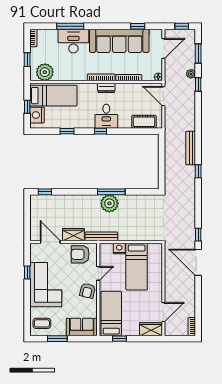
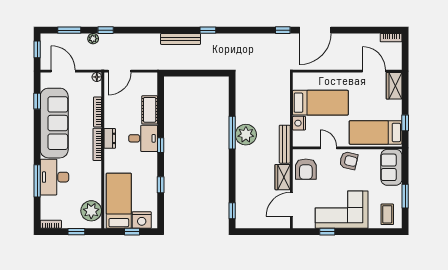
cot: (144, 122) -> (150, 110), moved

